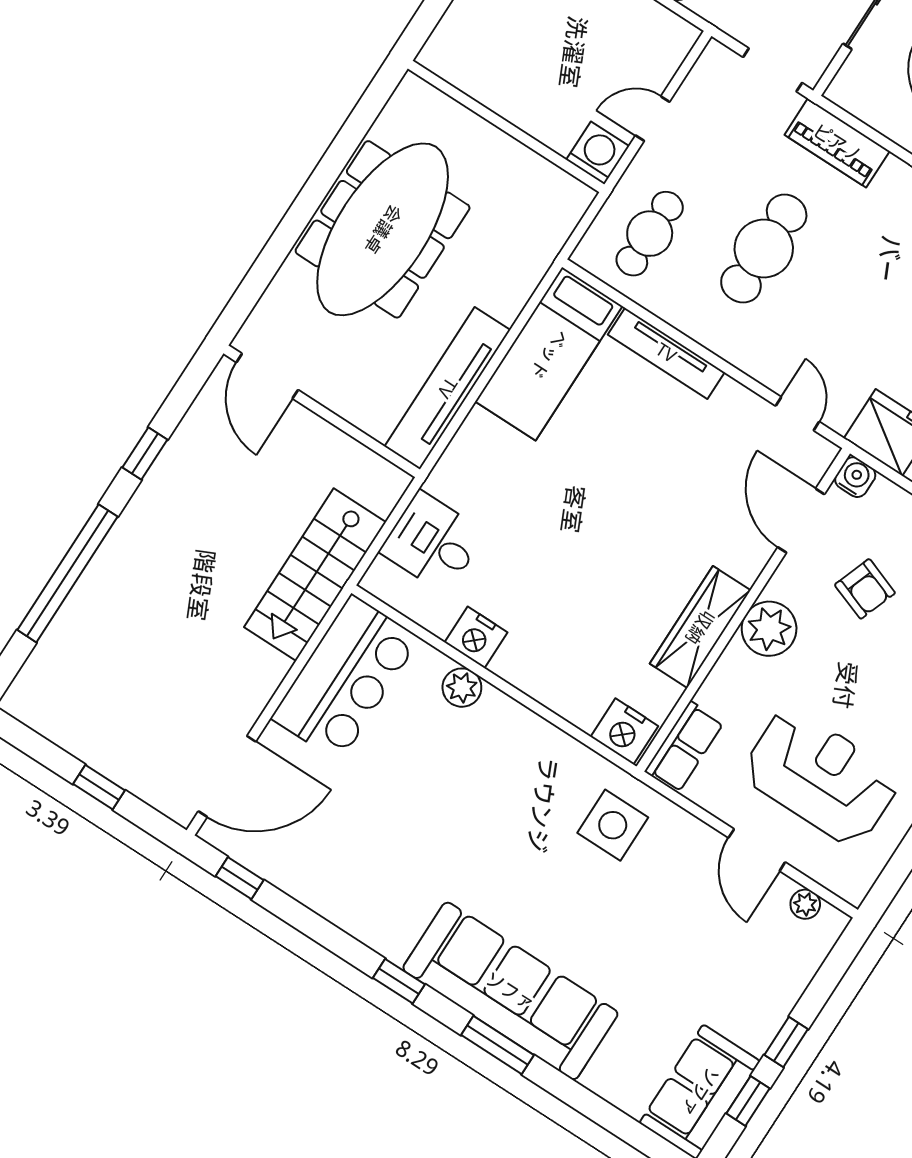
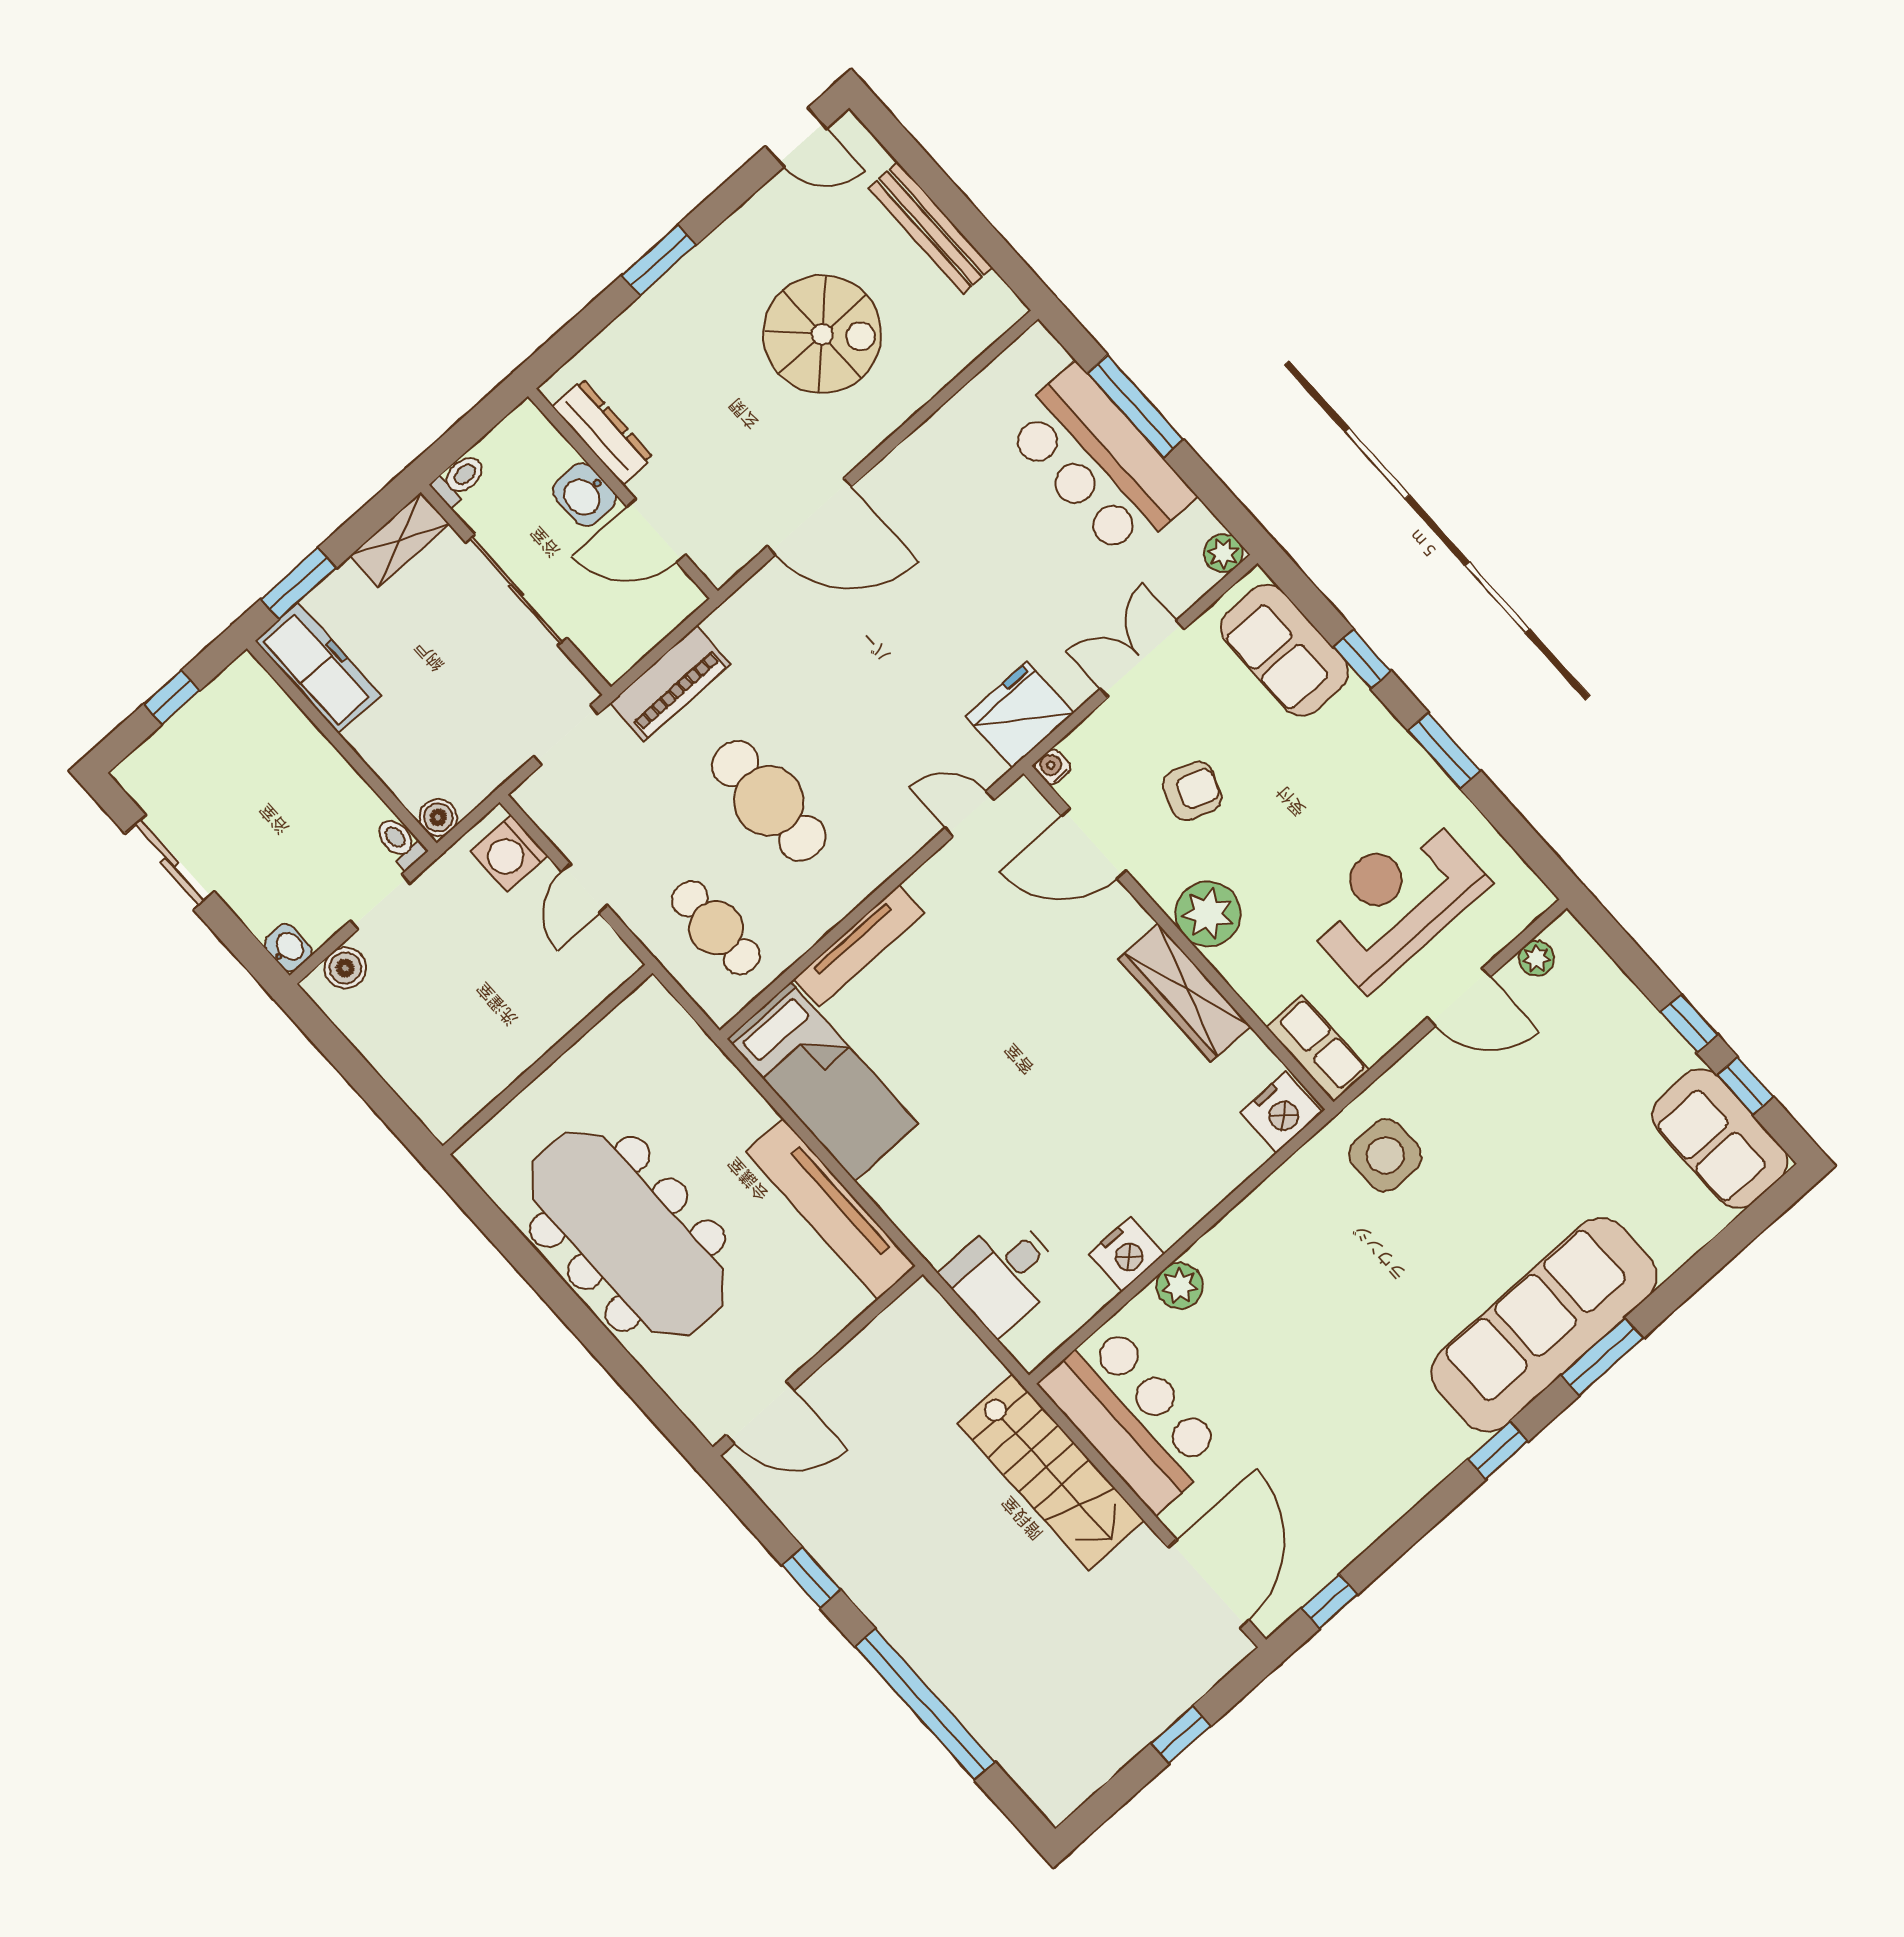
washing machine: (598, 153) -> (509, 853), moved, turned -90
water cooler: (855, 477) -> (1052, 767), width x0.72, depth x0.72
stairs: (315, 575) -> (1051, 1472), moved

